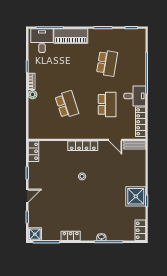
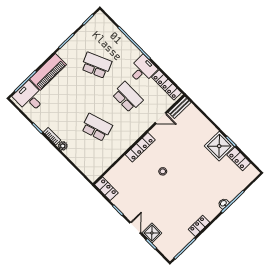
school desk: (107, 63) -> (96, 65), turned -33
locker: (140, 230) -> (239, 159), moved
shower: (35, 234) -> (152, 233), moved

